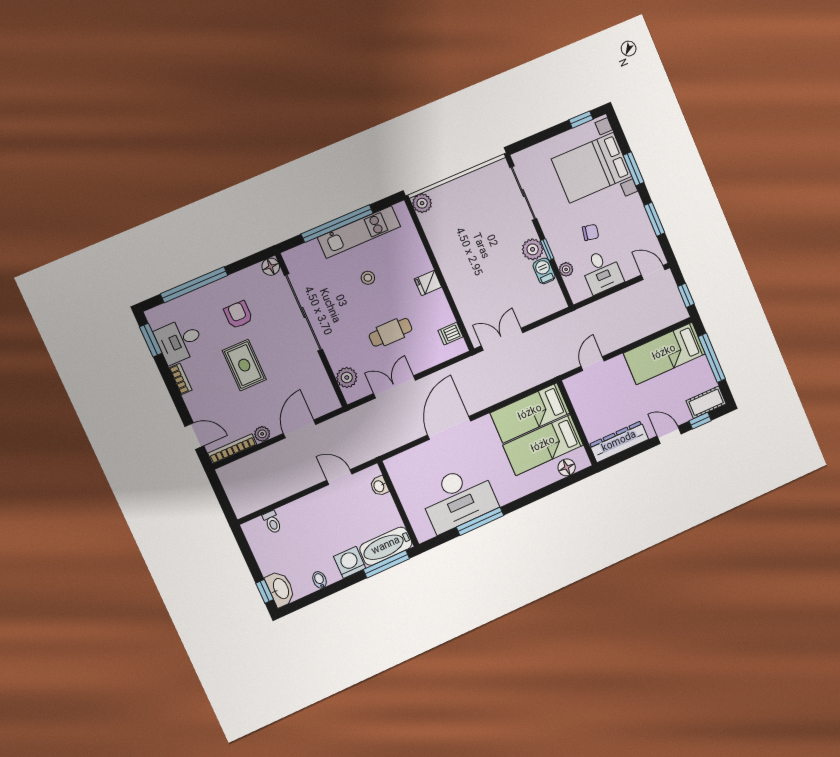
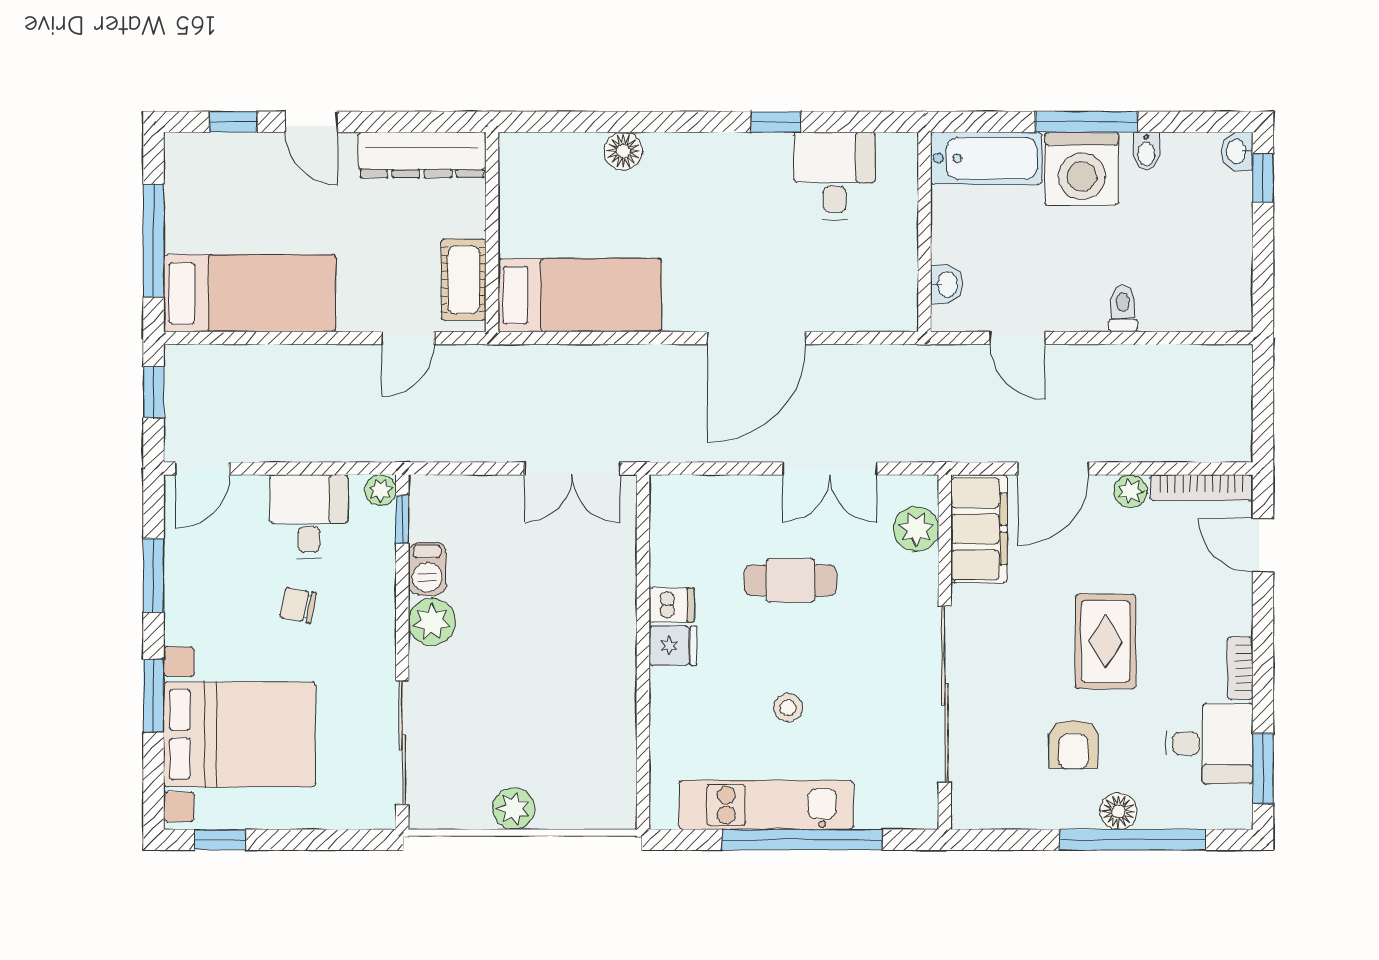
plant: (422, 203) -> (514, 809), moved
window: (547, 249) -> (402, 519), moved
floor lamp: (271, 267) -> (1118, 811), moved
plant: (566, 269) -> (381, 490), moved
door: (653, 272) -> (202, 469), hinge flipped
dishwasher: (450, 334) -> (672, 605), moved
filing cabinet: (320, 389) -> (979, 529), added
cot: (706, 402) -> (464, 280), moved, turned 90
bed: (543, 445) -> (581, 218), removed
floor lamp: (567, 467) -> (623, 151), moved
desk: (458, 498) -> (835, 176), width x0.53, depth x0.77
window: (480, 521) -> (776, 122), width x0.46
toilet: (272, 522) -> (1123, 309), moved
washing machine: (350, 562) -> (1082, 169), width x1.37, depth x1.37
window: (386, 564) -> (1086, 122), moved
washbasin: (280, 589) -> (1237, 151), width x0.52, depth x0.69

